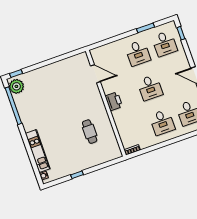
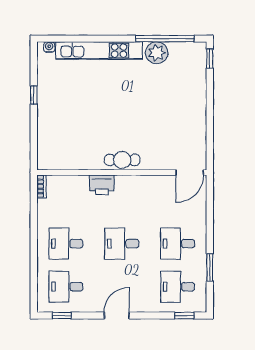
door: (95, 74) -> (190, 172), moved
plant: (16, 86) -> (157, 53), moved
printer: (114, 101) -> (102, 185), moved
cafe table: (90, 132) -> (122, 160), moved
kitchen unit: (38, 151) -> (99, 51), width x1.36

